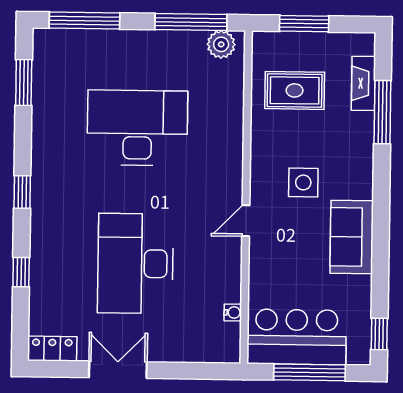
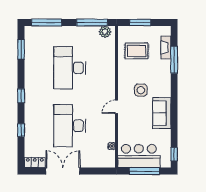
desk: (137, 128) -> (70, 68), turned -90
double door: (118, 370) -> (63, 171), width x1.37

